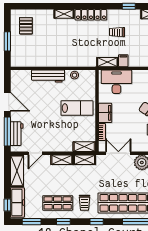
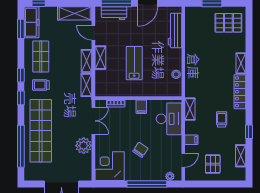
pallet: (26, 26) -> (228, 23), width x1.50, depth x1.42
filing cabinet: (123, 61) -> (191, 140), moved
workbench: (48, 76) -> (175, 30), moved
lab bench: (77, 108) -> (134, 63), moved, turned 180
filing cabinet: (105, 113) -> (141, 107), width x0.50
shelving: (84, 147) -> (100, 58), moved
freezer: (17, 203) -> (32, 22), moved, turned -90
window: (63, 222) -> (21, 75), moved

